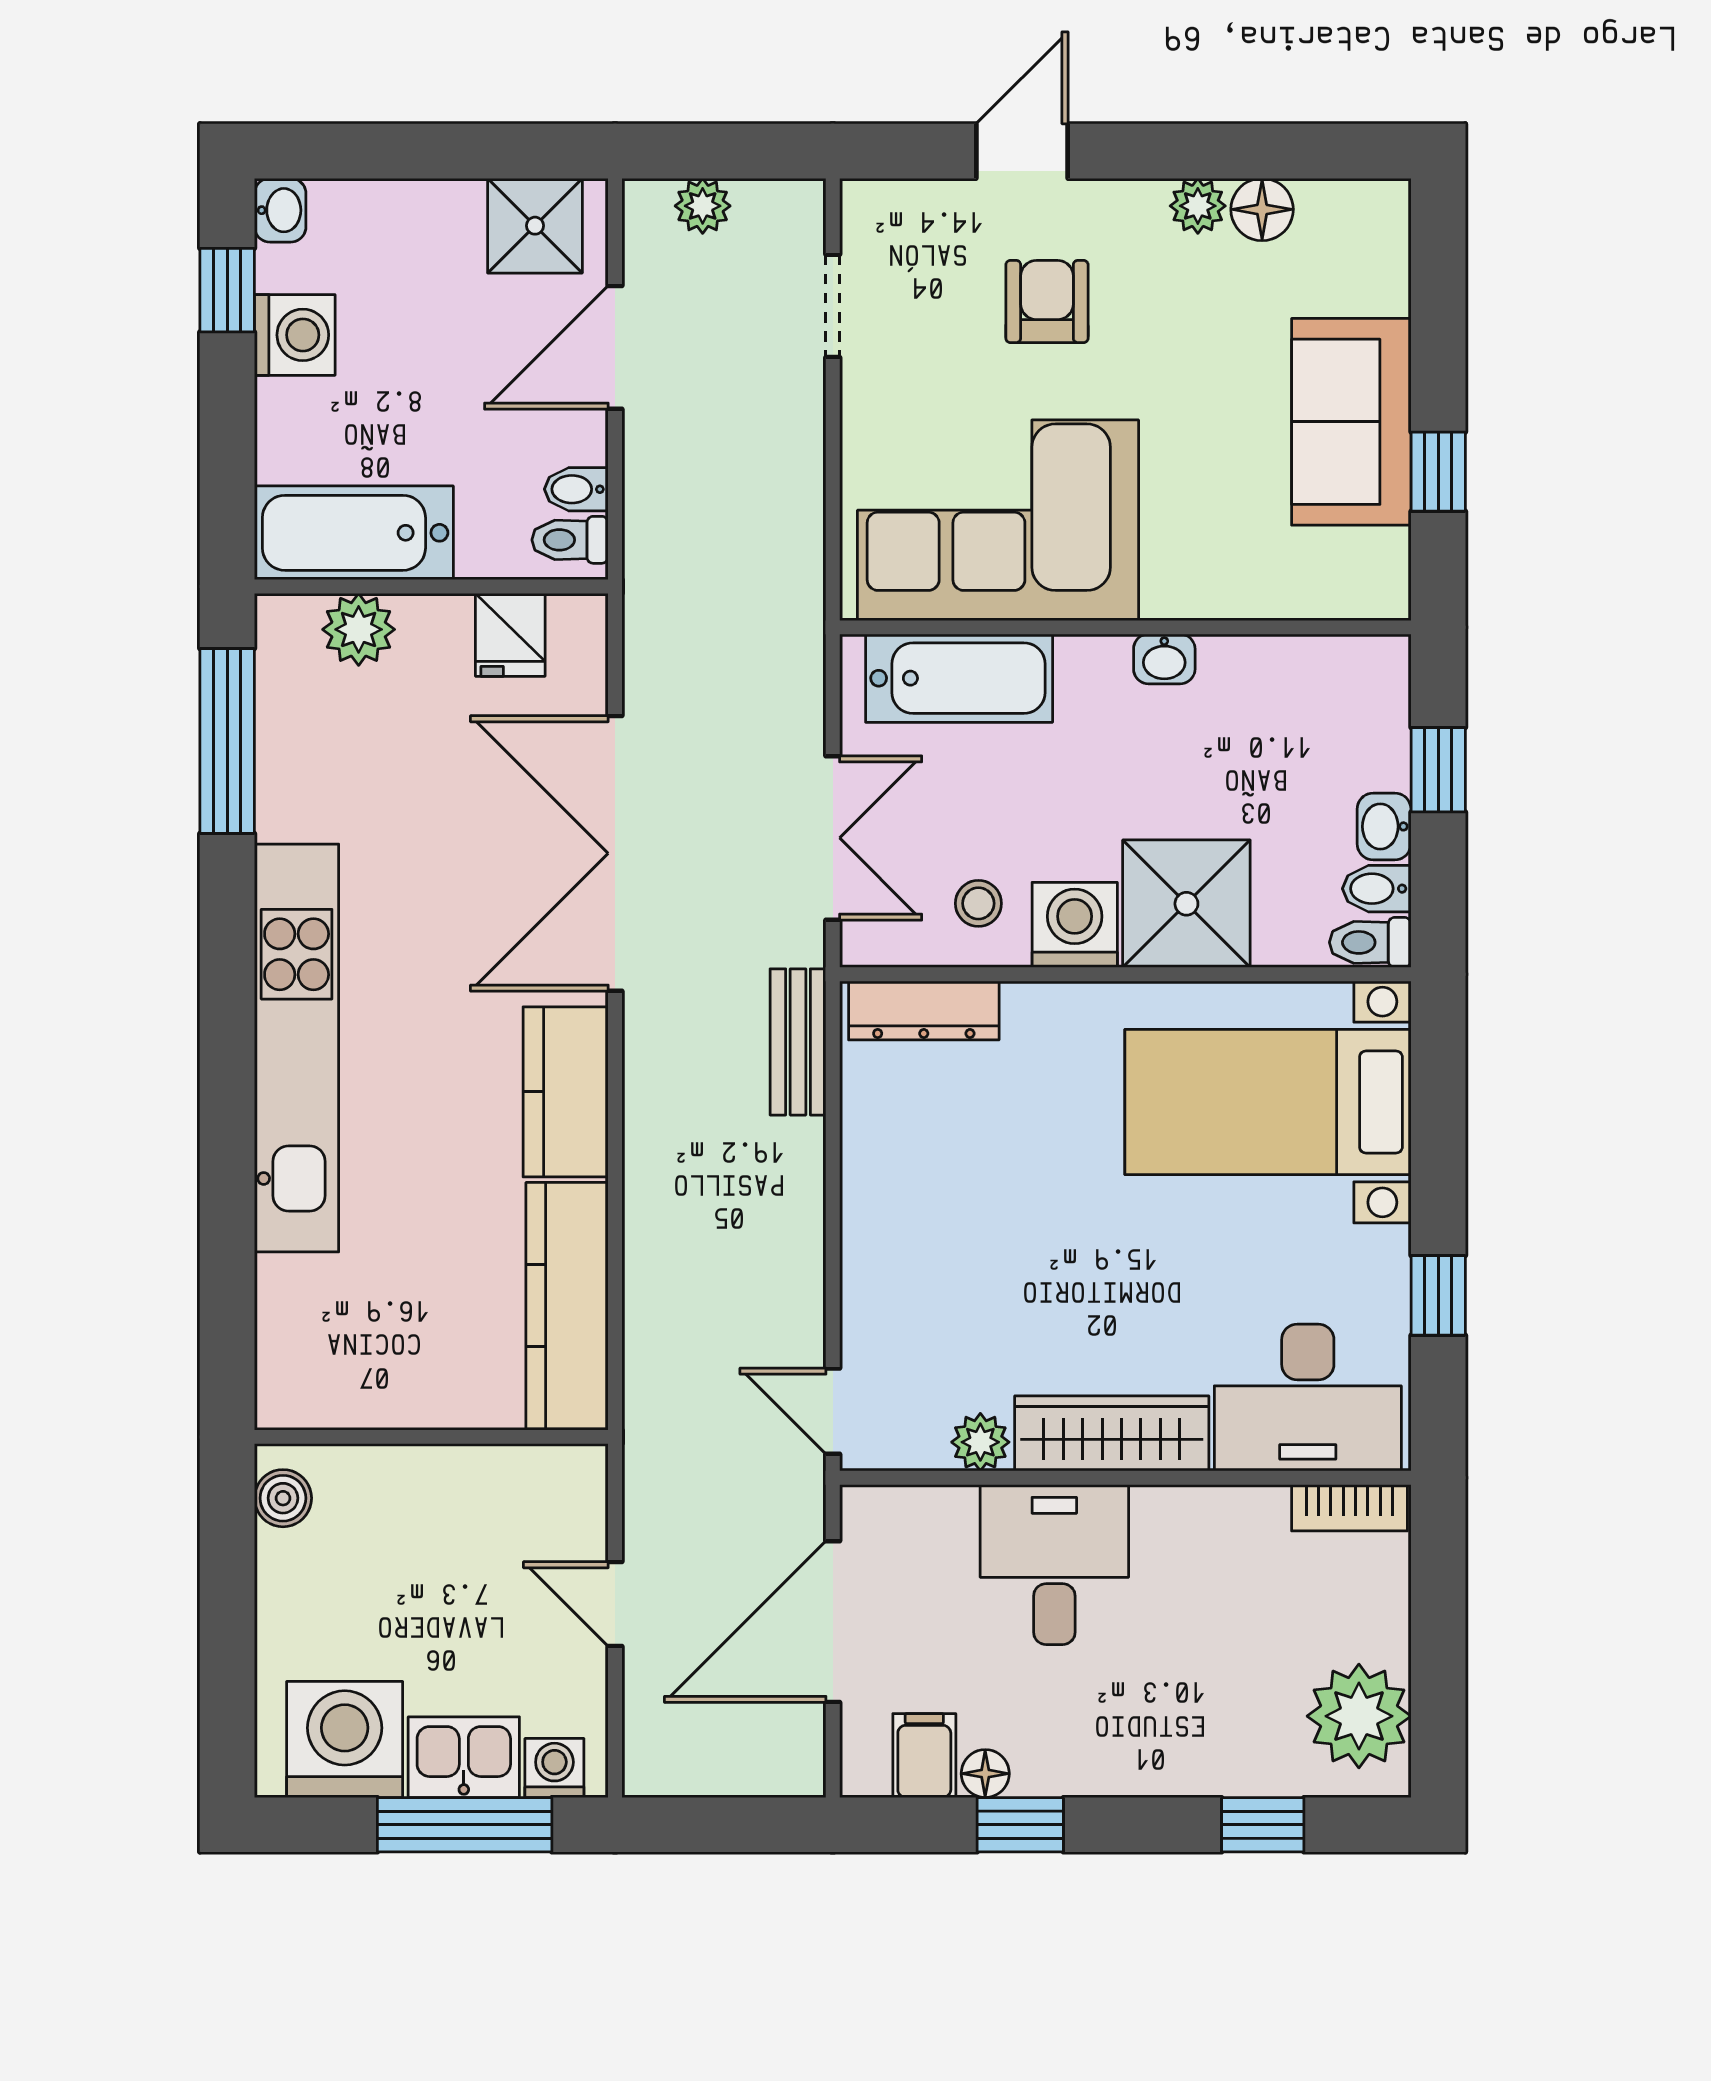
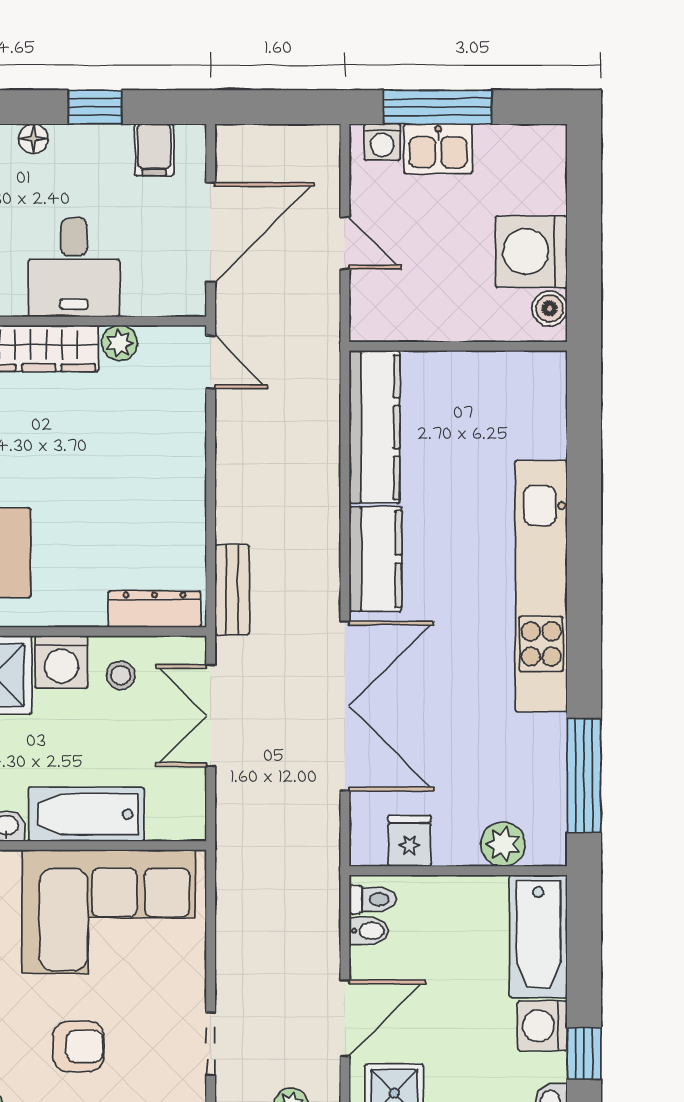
armchair: (1047, 302) -> (78, 1046), turned -90
bathtub: (354, 533) -> (538, 936), moved, turned 90
bathtub: (959, 678) -> (86, 814), moved
washing machine: (345, 1739) -> (531, 252), moved, turned 90
floor lamp: (985, 1774) -> (33, 139), moved

